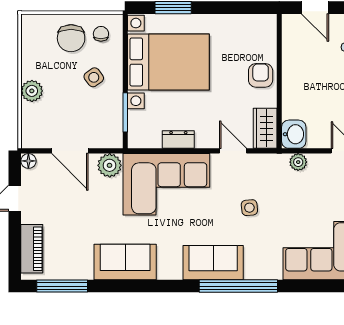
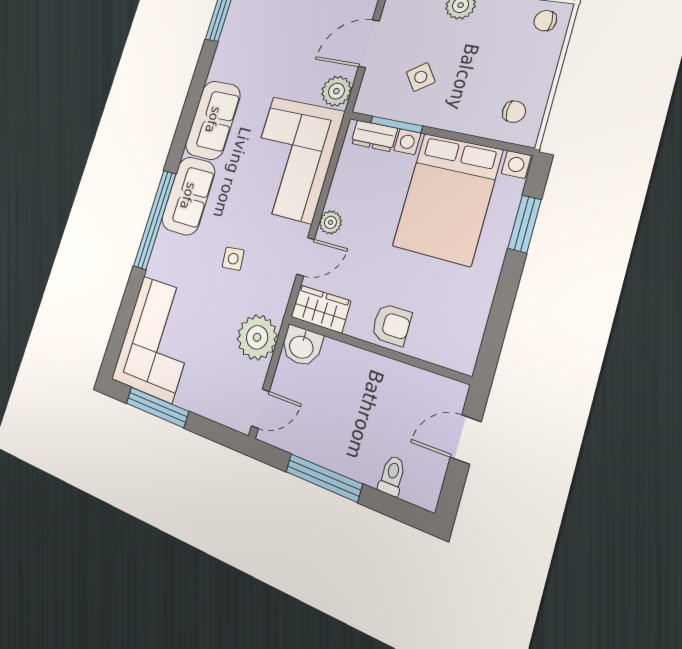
chair: (71, 38) -> (545, 21), moved, width x0.54, depth x0.54
side table: (94, 77) -> (421, 77), moved
dresser: (178, 140) -> (374, 136), moved, turned 90
plant: (205, 140) -> (330, 222), added
plant: (298, 162) -> (257, 337), width x1.88, depth x1.88
sofa: (125, 262) -> (213, 120), moved

